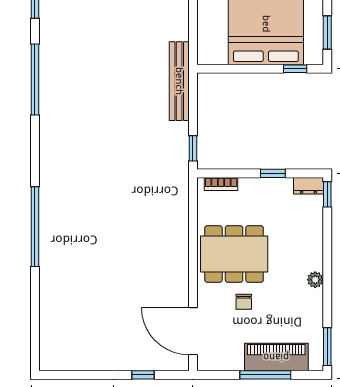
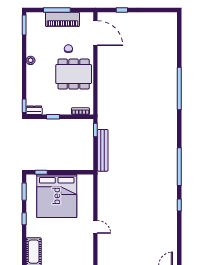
bench: (179, 81) -> (103, 150), moved
piano: (276, 357) -> (62, 19), moved

